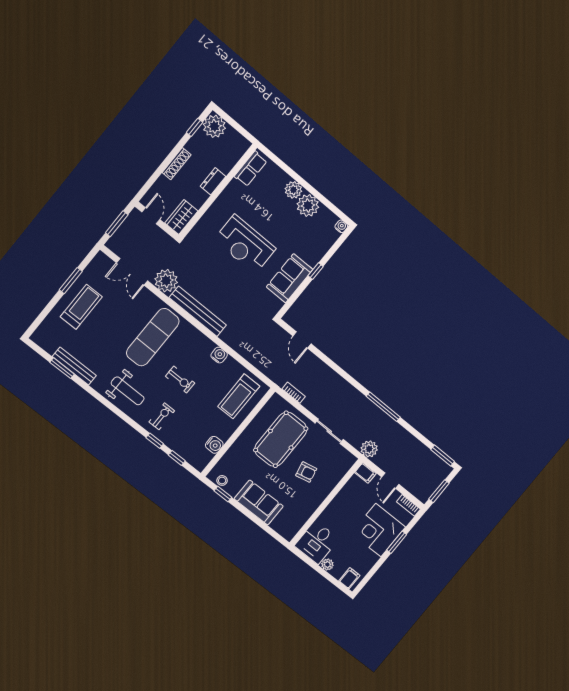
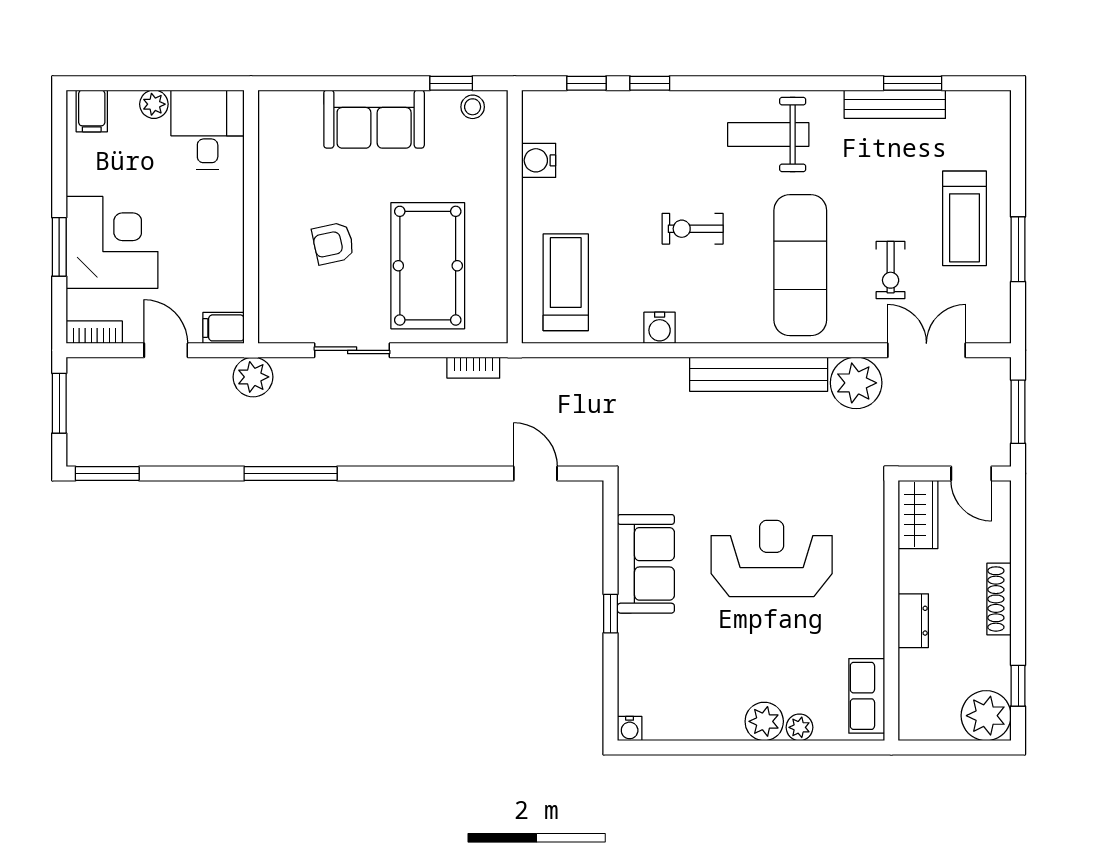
plant: (308, 205) -> (799, 727), moved, width x0.53, depth x0.53
exercise bike: (162, 416) -> (891, 270), moved

